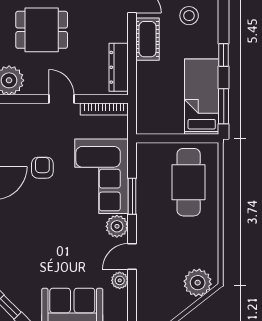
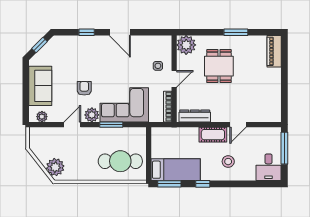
side table: (41, 124) -> (158, 66), added
armchair: (42, 168) -> (84, 88), moved, turned -90
door: (132, 257) -> (72, 125), hinge flipped
plant: (120, 280) -> (42, 117), moved

